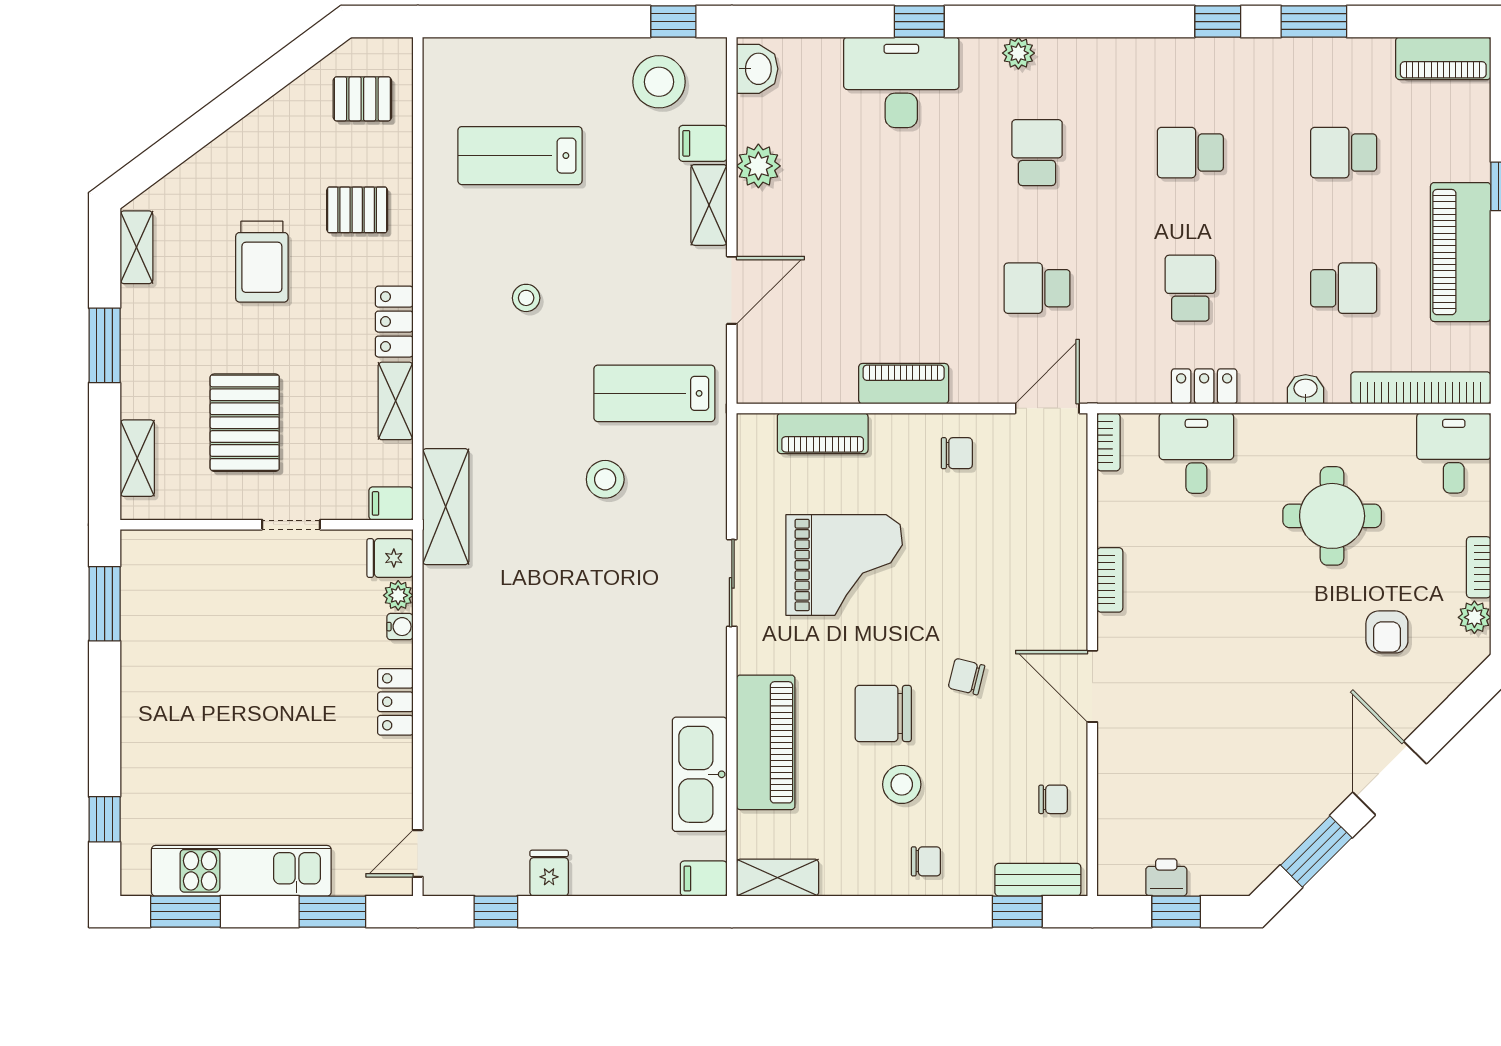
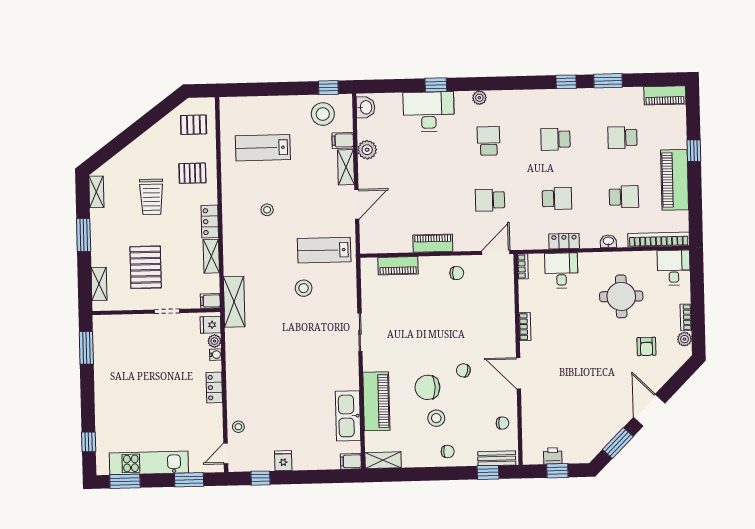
school desk: (1190, 288) -> (557, 198), turned 90
grand piano: (844, 565) -> (409, 323), removed
stool: (448, 793) -> (238, 427), added

